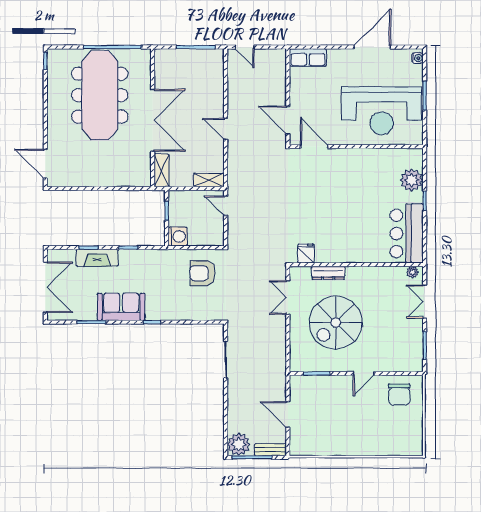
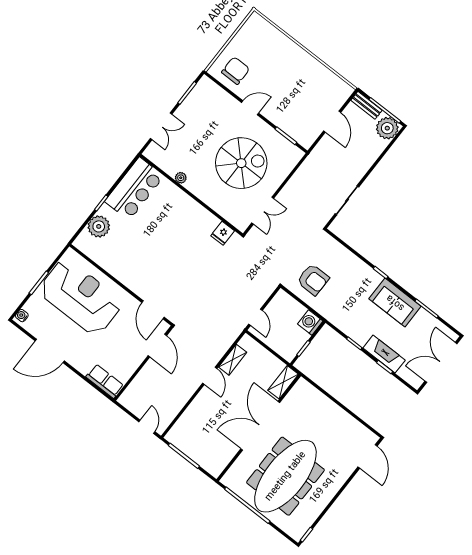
shelving: (209, 180) -> (233, 360), moved, turned 90
plant: (413, 272) -> (181, 178), moved
dresser: (328, 273) -> (217, 205), removed

